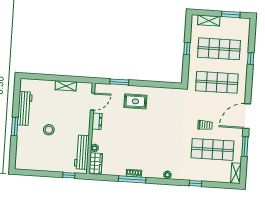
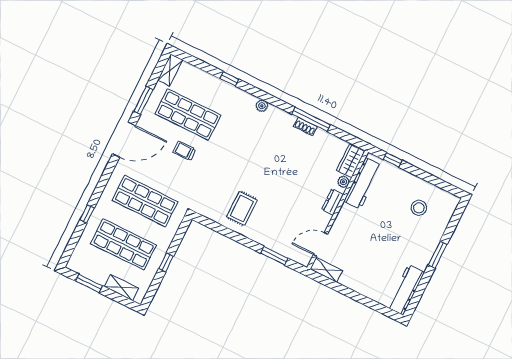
shelving: (66, 86) -> (326, 270), moved
rug: (135, 101) -> (242, 208), moved, turned 90
workbench: (25, 108) -> (406, 290), moved
dresser: (97, 121) -> (333, 202), moved
stool: (49, 130) -> (419, 208), moved

